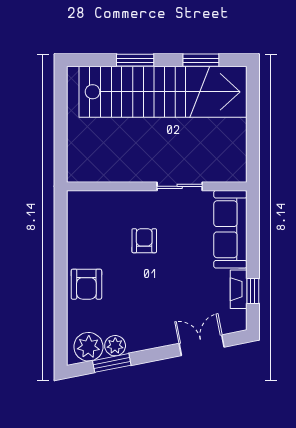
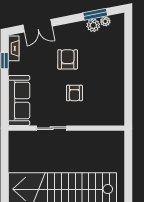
armchair: (86, 284) -> (68, 59), moved
fireplace: (239, 289) -> (14, 48), moved
plant: (88, 347) -> (105, 21), width x0.53, depth x0.53

